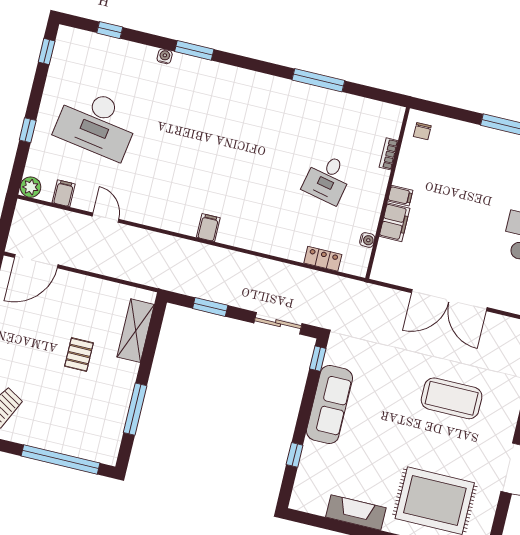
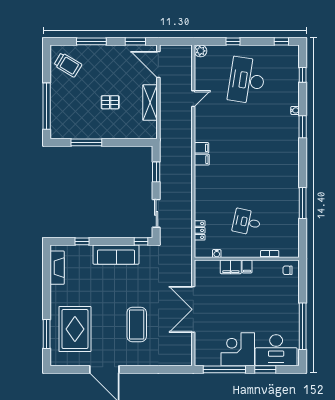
filing cabinet: (64, 193) -> (202, 148), moved
shelving: (136, 331) -> (150, 102), moved, turned 90
fireplace: (356, 512) -> (57, 268), moved

